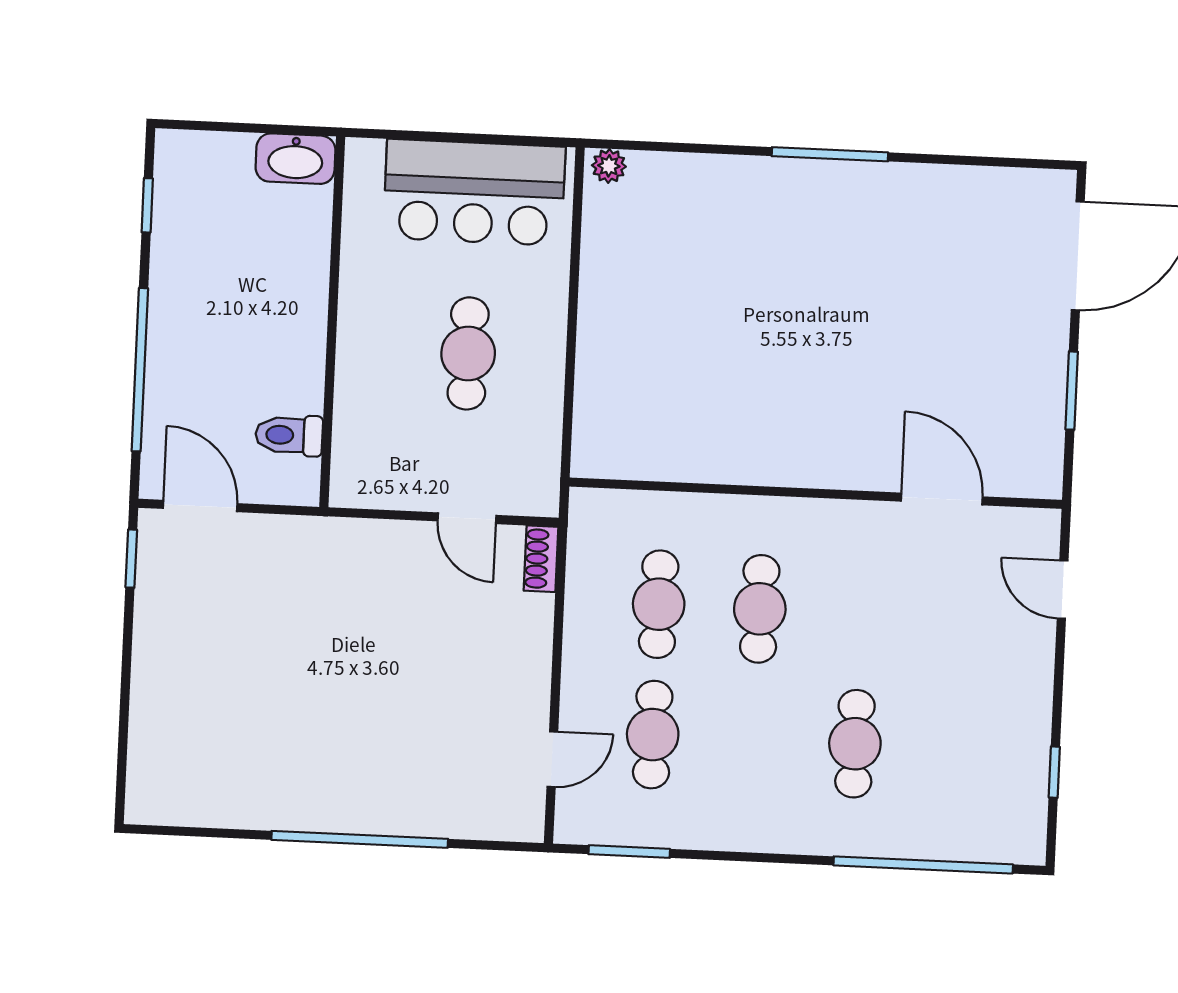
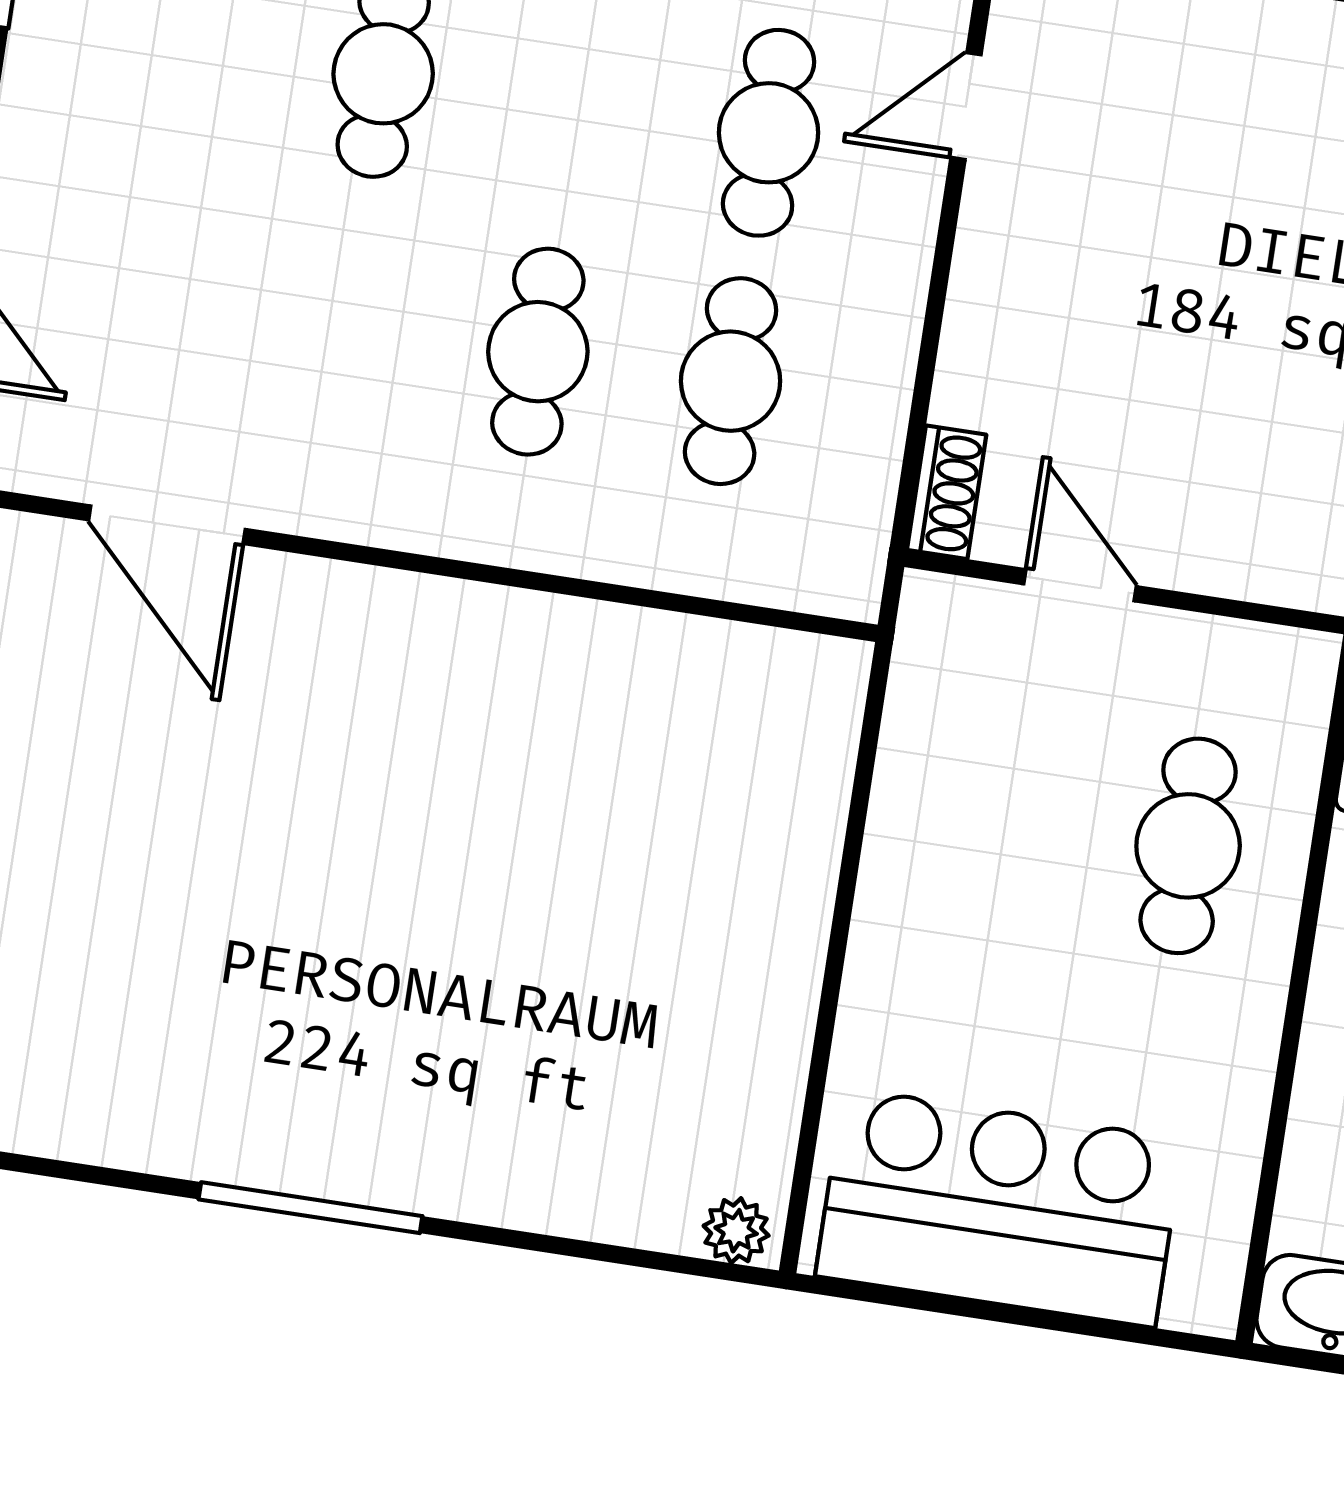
cafe table: (468, 353) -> (1188, 846), moved

